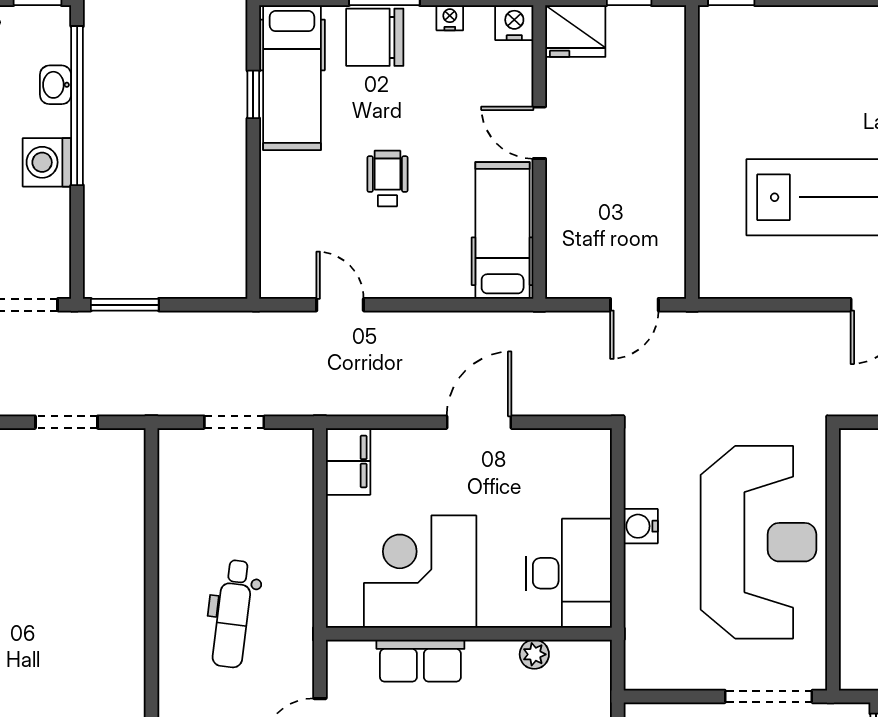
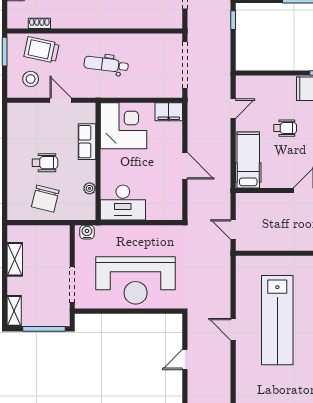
hospital bed: (503, 230) -> (248, 160), moved, turned -90
window: (125, 305) -> (233, 20), width x0.67
doorway: (234, 422) -> (185, 65), width x1.88
water cooler: (641, 526) -> (87, 232), moved
corner desk: (420, 572) -> (123, 126), moved

